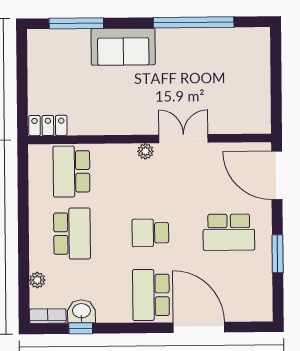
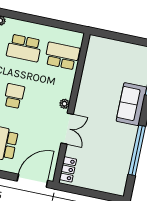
locker: (48, 125) -> (68, 169), moved

